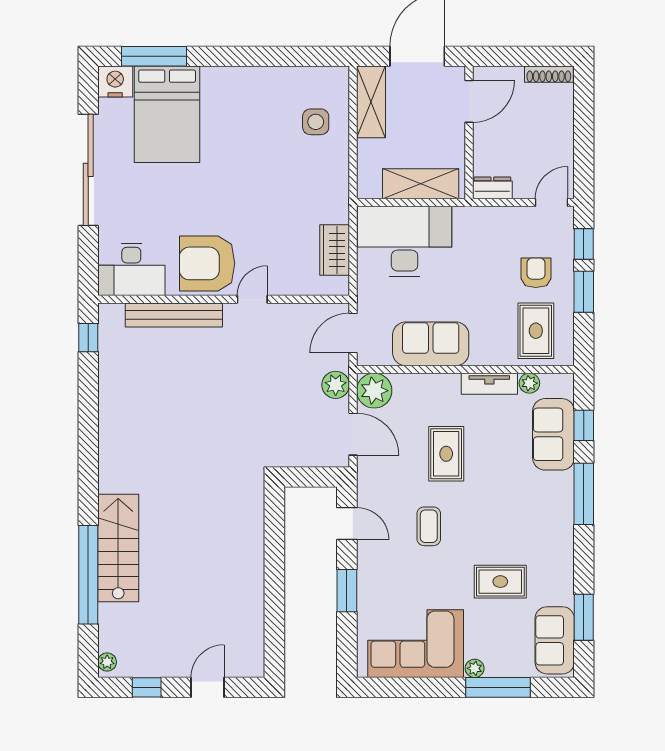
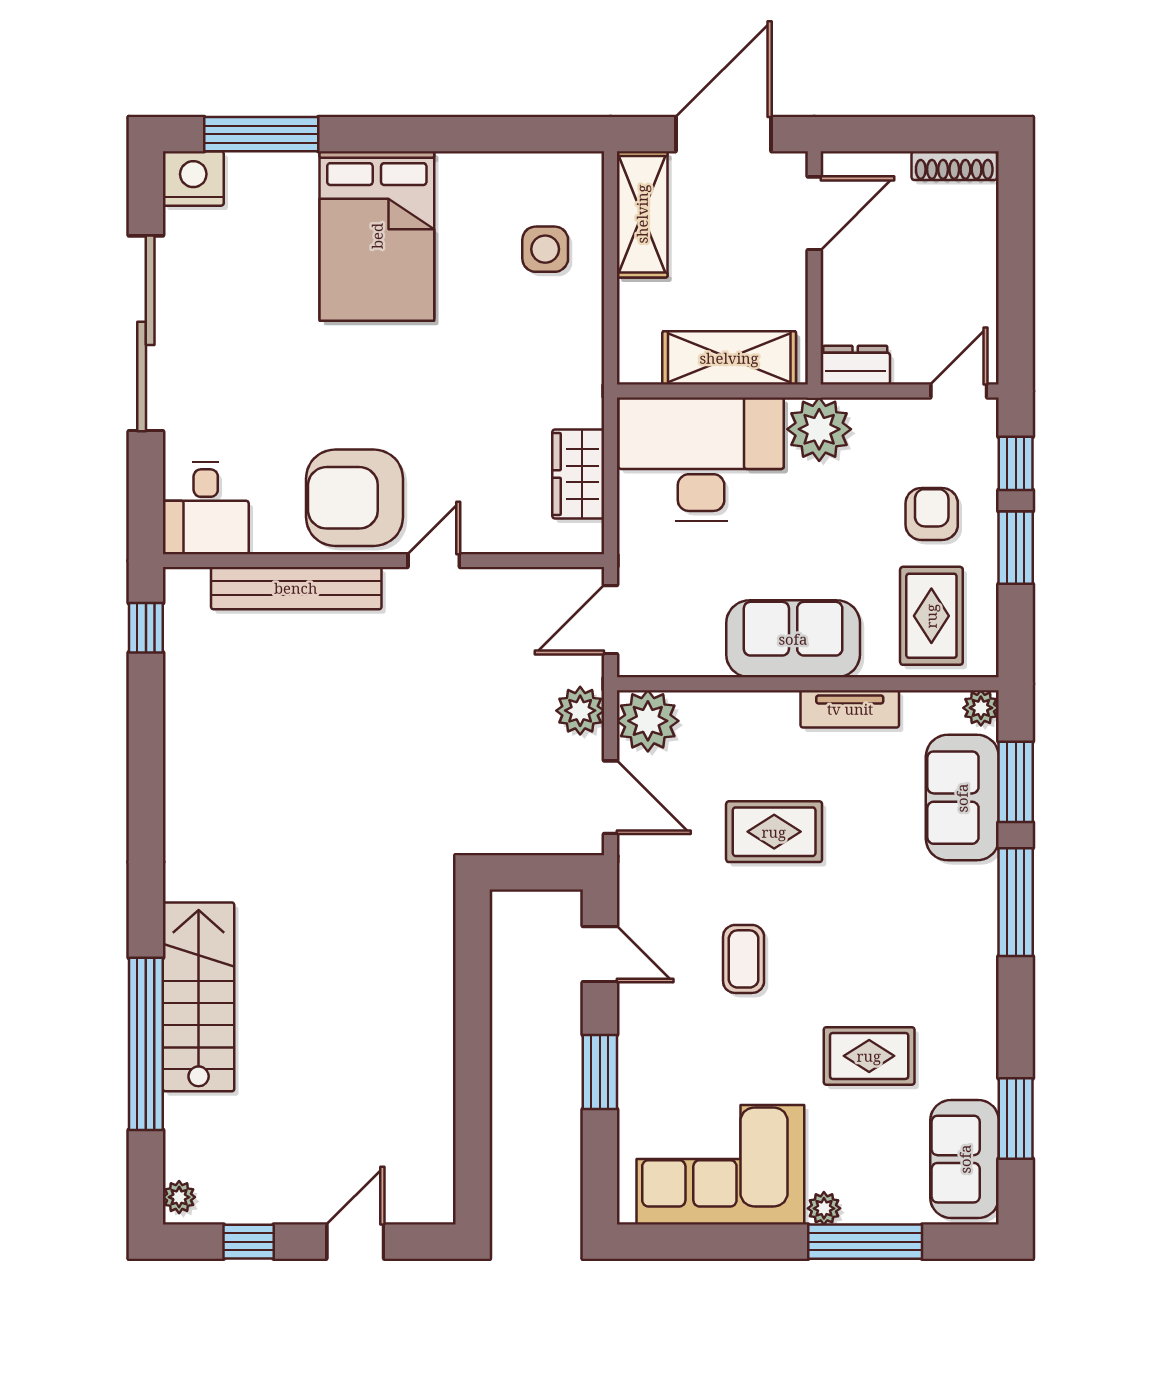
bed: (167, 114) -> (377, 236), moved
plant: (472, 224) -> (819, 429), added
desk: (131, 269) -> (206, 508), width x0.73
sofa: (431, 344) -> (793, 639), moved
plant: (529, 383) -> (981, 708), moved
window: (584, 425) -> (1016, 782), width x1.50
rug: (446, 454) -> (774, 832), turned 90

